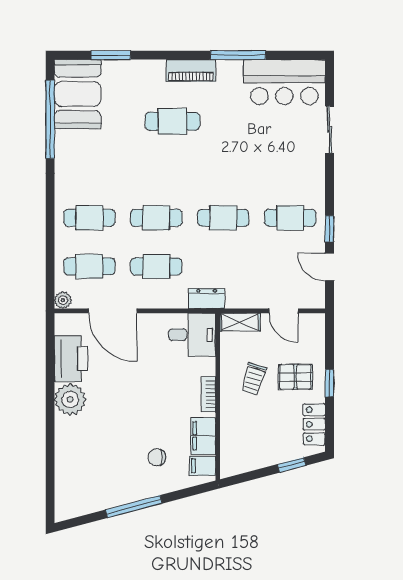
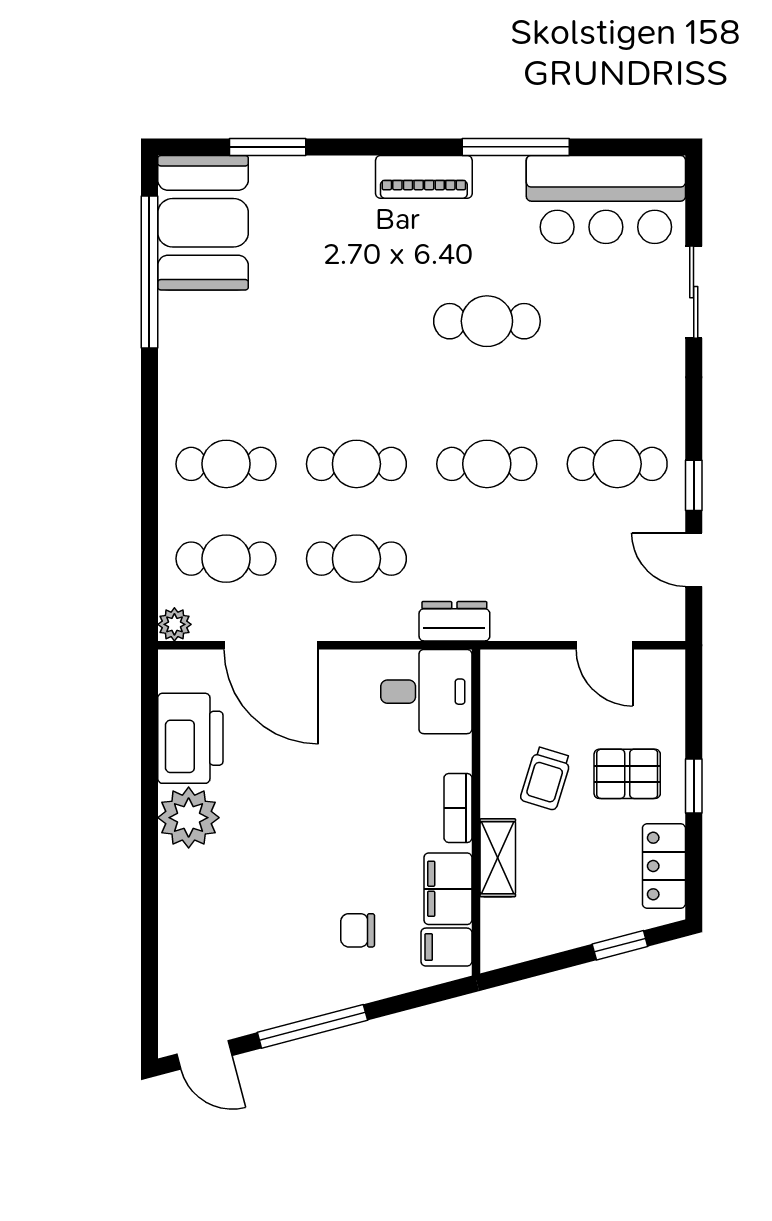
cafe table: (172, 121) -> (487, 321), moved
shelving: (240, 322) -> (498, 858), moved, turned 90
door: (78, 521) -> (204, 1055), added

